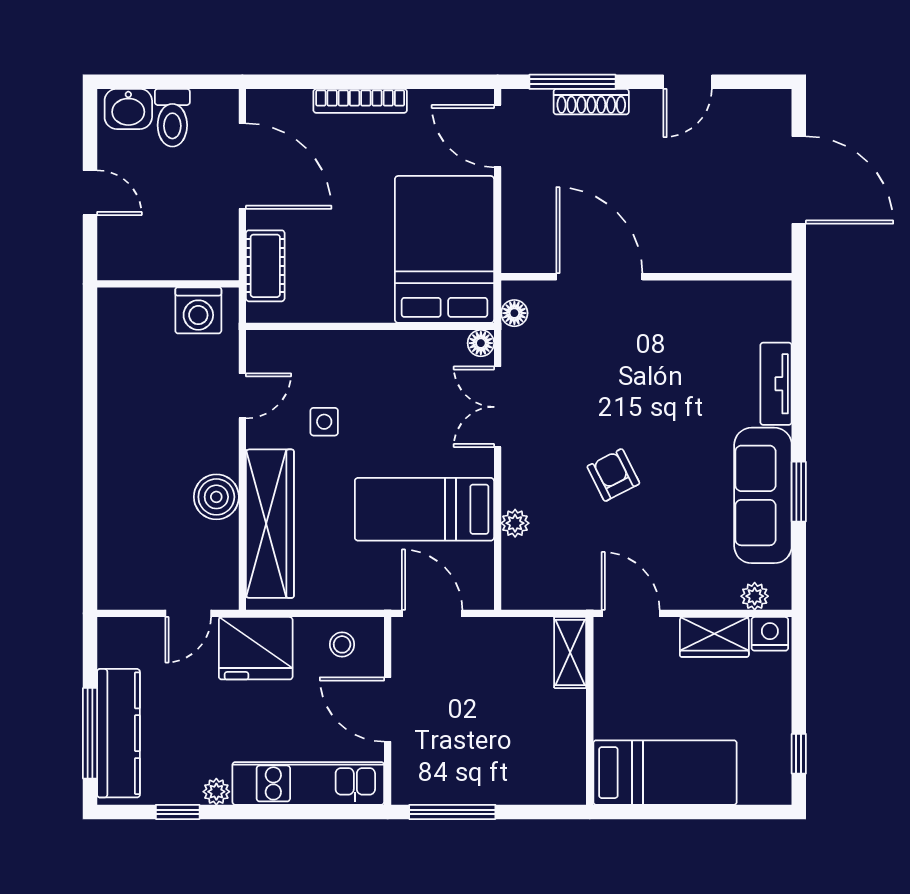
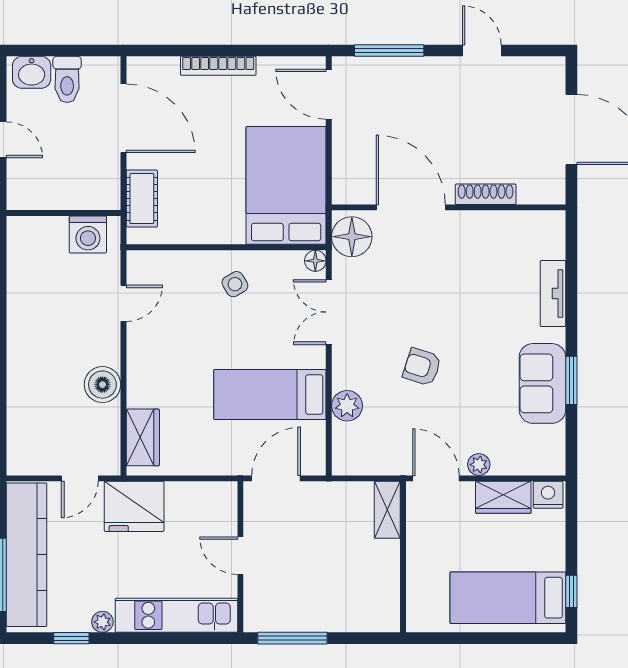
door: (688, 82) -> (482, 50), swing flipped
shoe rack: (591, 102) -> (486, 194), moved, turned 180
floor lamp: (514, 313) -> (352, 237), width x1.89, depth x1.89
side table: (324, 422) -> (235, 284), moved, turned -31
armchair: (613, 475) -> (422, 367), turned -45
sofa: (763, 495) -> (542, 383), width x0.73
plant: (515, 523) -> (347, 406), width x1.38, depth x1.38
wardrobe: (270, 524) -> (143, 437), width x0.48, depth x0.85
plant: (755, 596) -> (479, 465), moved
door: (432, 613) -> (276, 478), hinge flipped
stool: (342, 644) -> (204, 503), removed
door: (388, 710) -> (240, 556), width x0.73
kitchen counter: (118, 733) -> (27, 555), width x1.39, depth x1.17
bed: (665, 773) -> (508, 598), moved, turned 180

